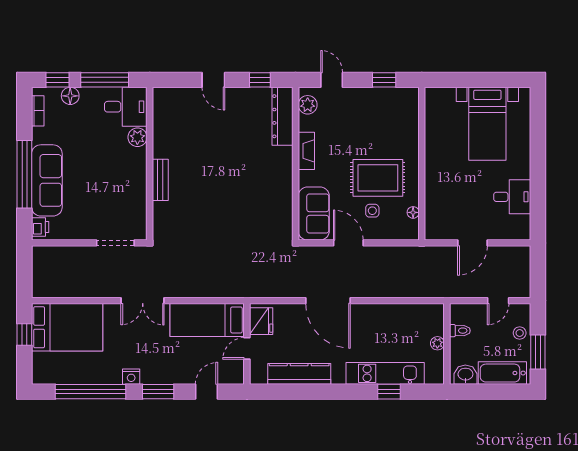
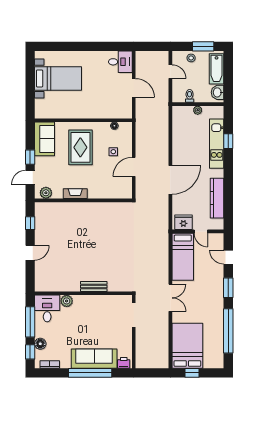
window: (384, 80) -> (30, 157), moved
dresser: (282, 116) -> (53, 209), removed
rug: (378, 178) -> (80, 147), moved
desk: (512, 197) -> (120, 62), moved, turned 90
sofa: (314, 214) -> (44, 139), moved, turned 90
nightstand: (131, 377) -> (219, 305), removed

